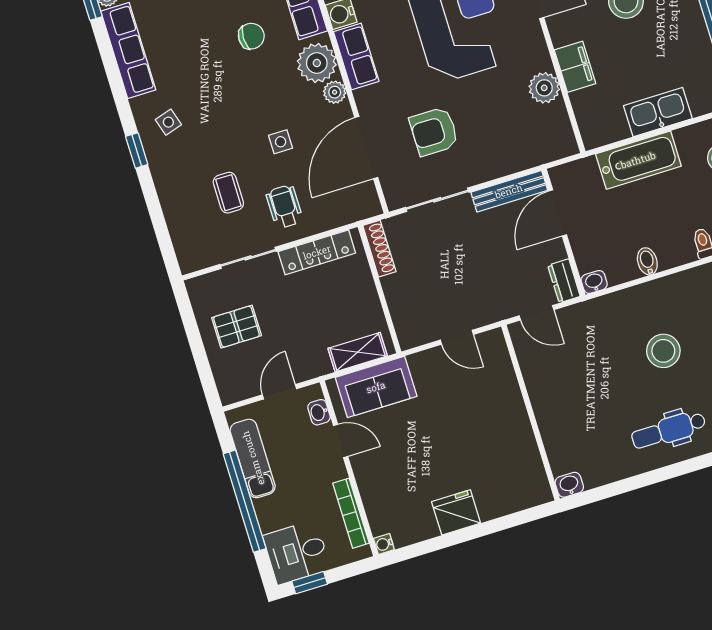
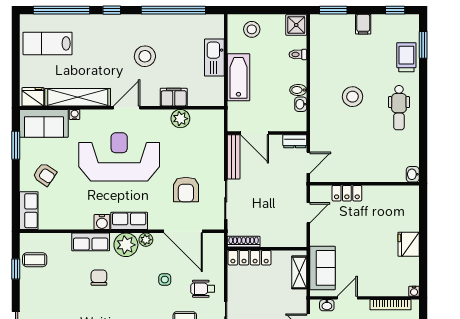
locker: (317, 252) -> (250, 258), moved, turned 90
washbasin: (594, 282) -> (301, 104), moved
locker: (507, 389) -> (347, 193), added

